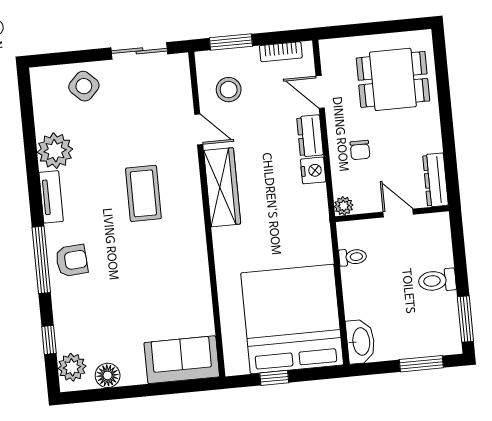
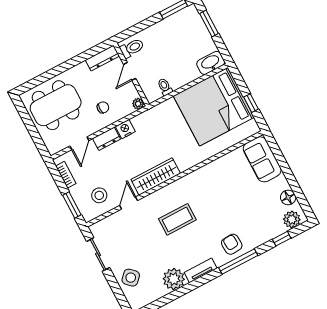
dining table: (393, 79) -> (56, 105), width x1.37
toilet: (437, 280) -> (132, 48), moved, turned -90

